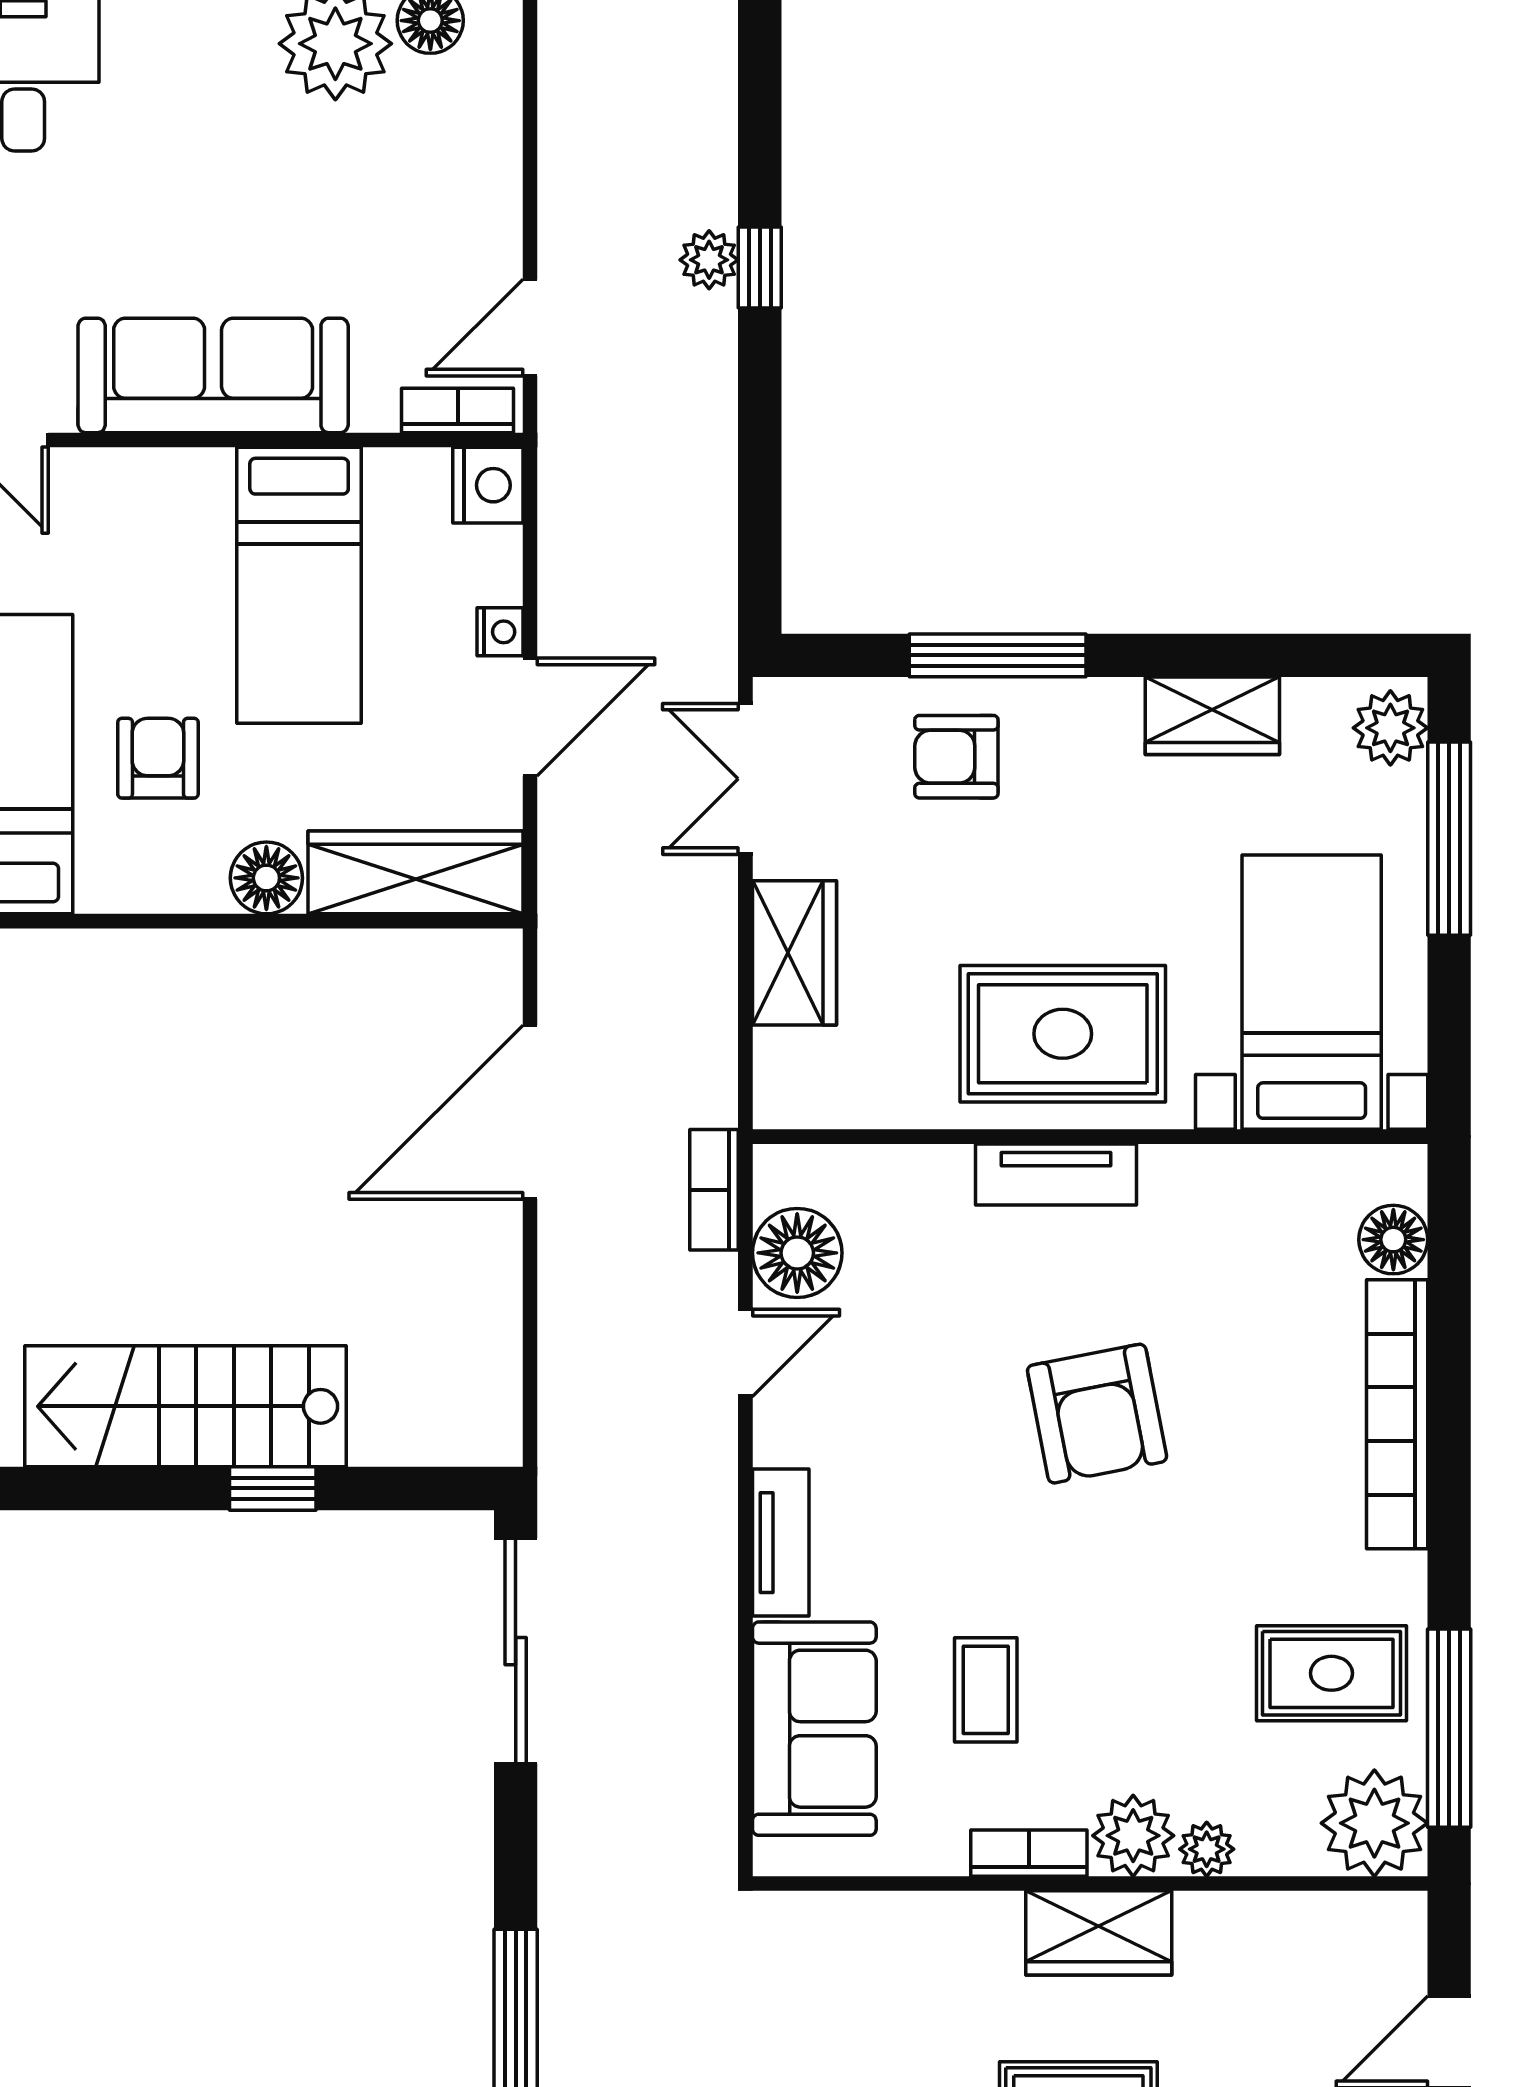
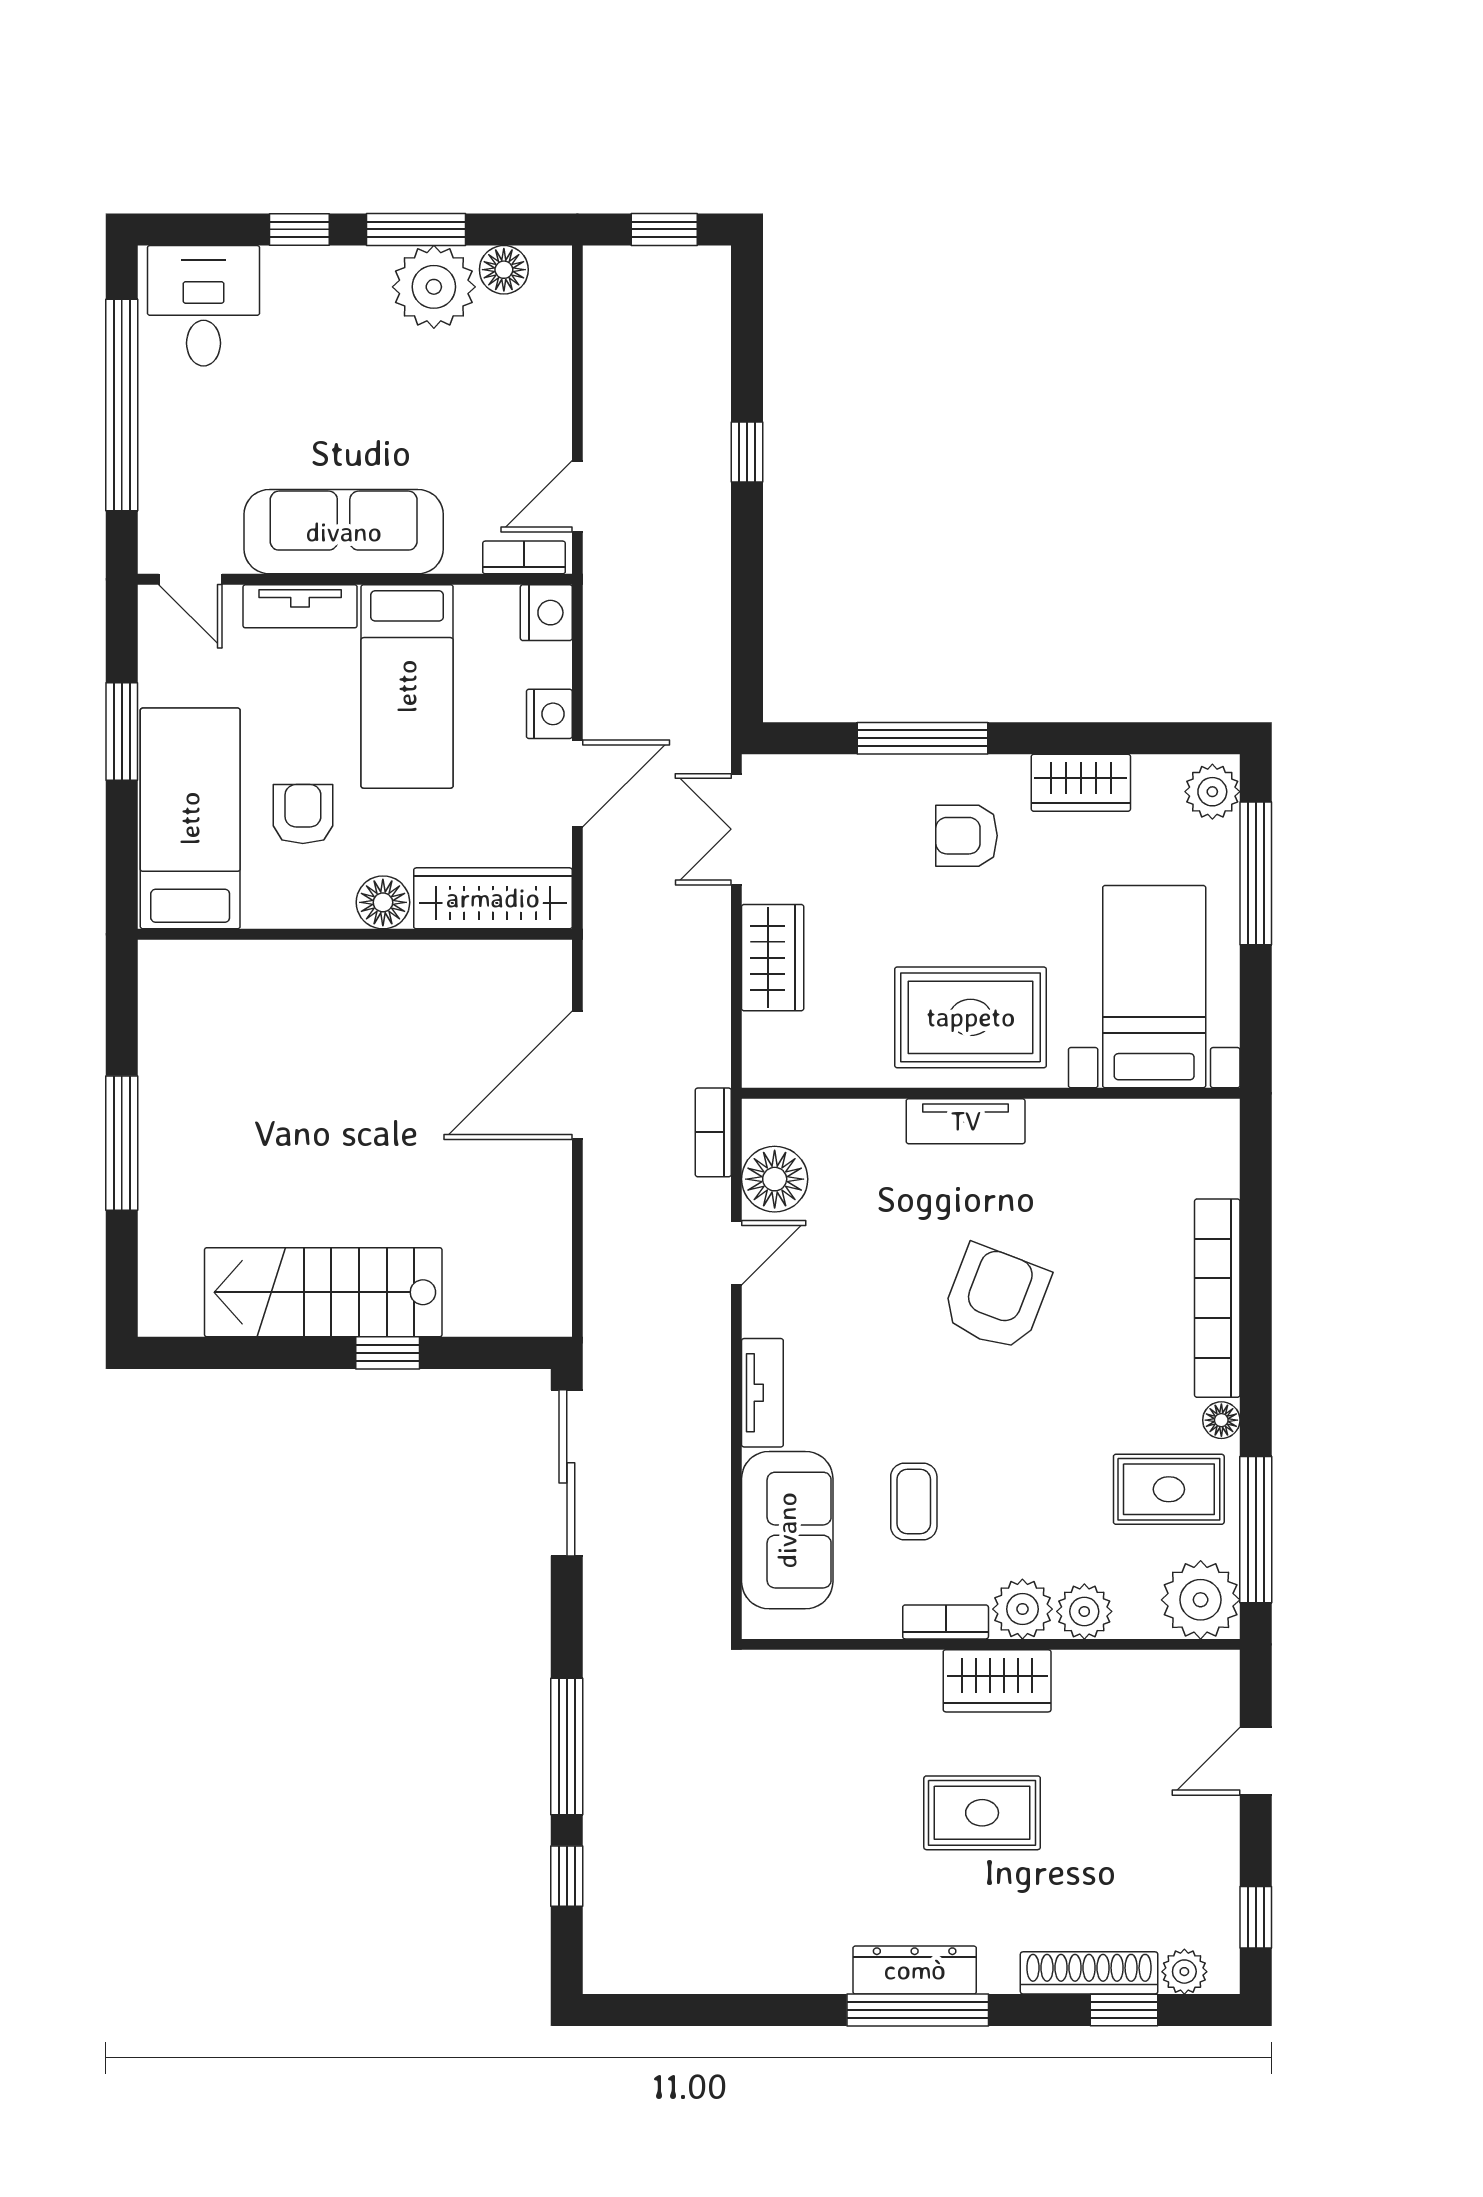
plant: (709, 260) -> (710, 446), removed
tv unit: (154, 477) -> (300, 606), added
nightstand: (500, 632) -> (549, 714), width x1.39, depth x1.35
armchair: (956, 757) -> (966, 836), moved
floor lamp: (1393, 1240) -> (1221, 1420), moved, width x0.73, depth x0.73
armchair: (1097, 1414) -> (996, 1298), turned -148
plant: (1207, 1849) -> (1084, 1611), width x1.38, depth x1.38

